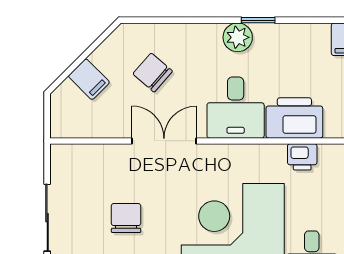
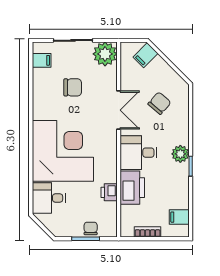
filing cabinet: (89, 79) -> (145, 55), moved
plant: (70, 164) -> (105, 54), added

